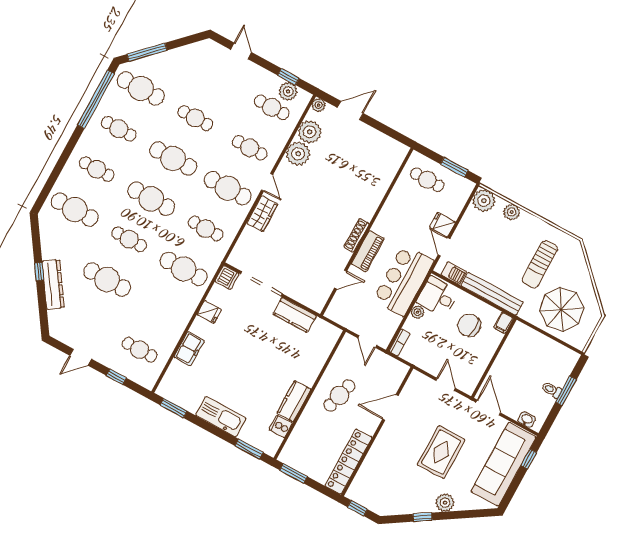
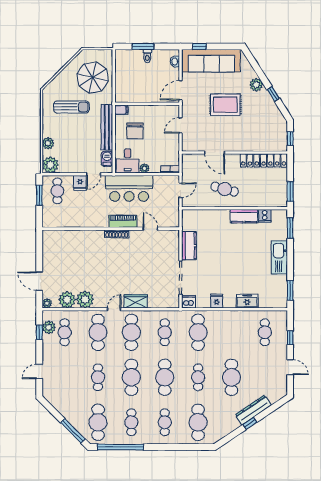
cafe table: (250, 148) -> (98, 332), width x1.37, depth x1.35
cafe table: (427, 180) -> (57, 191), moved

